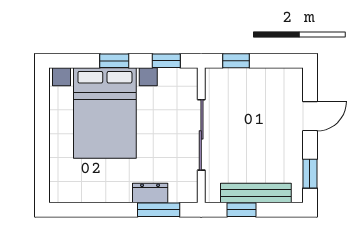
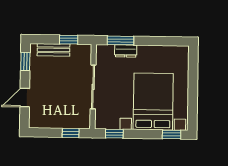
window: (114, 61) -> (172, 135), moved
bench: (256, 193) -> (53, 50), width x0.73

